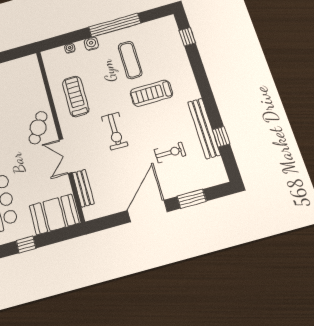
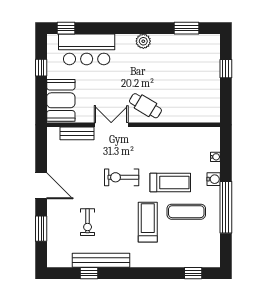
treadmill: (76, 96) -> (170, 183), moved
door: (147, 211) -> (41, 186), width x0.73

